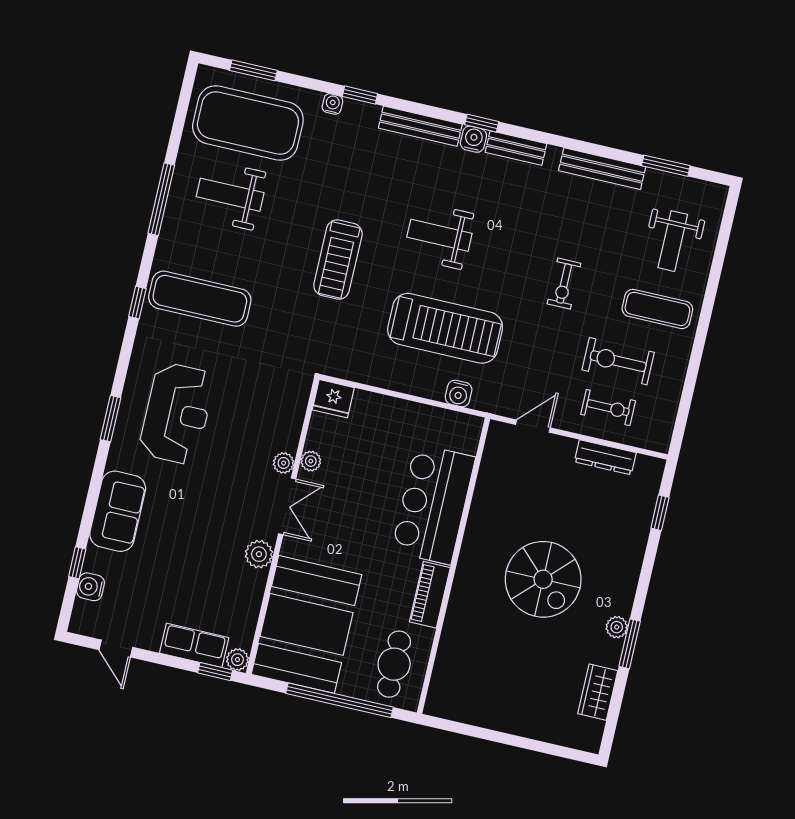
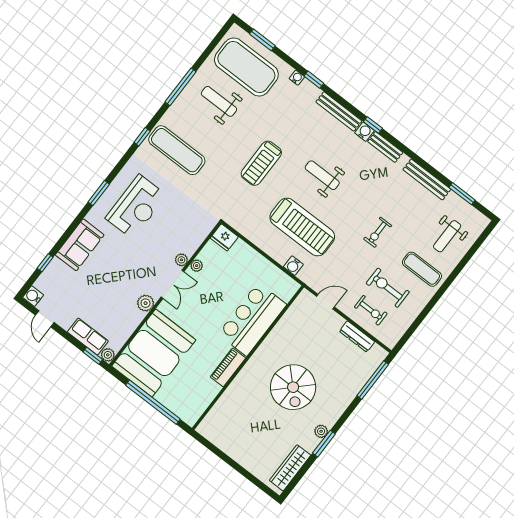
window: (660, 513) -> (373, 380), width x2.17
water cooler: (90, 587) -> (33, 296), moved
cafe table: (394, 664) -> (191, 396), removed
wardrobe: (598, 692) -> (290, 468), width x1.50

